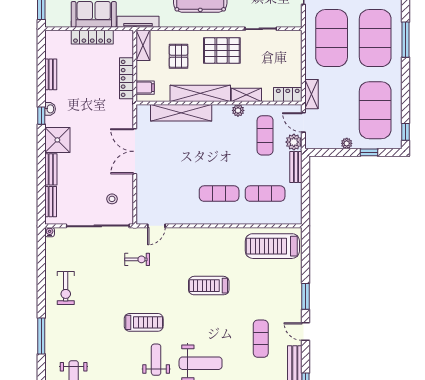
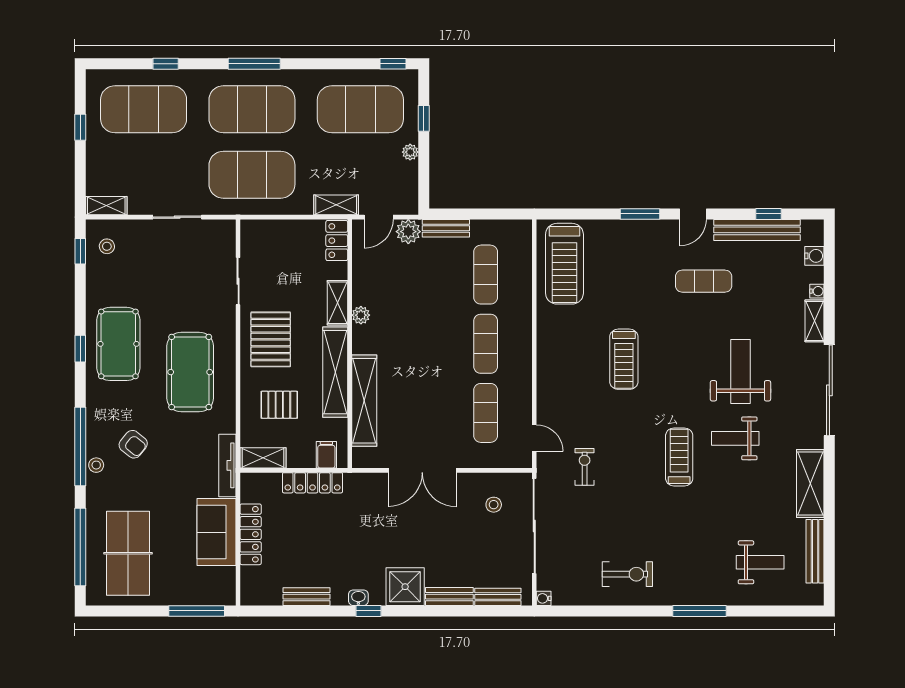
exercise mat: (265, 135) -> (486, 413), moved, turned 90

